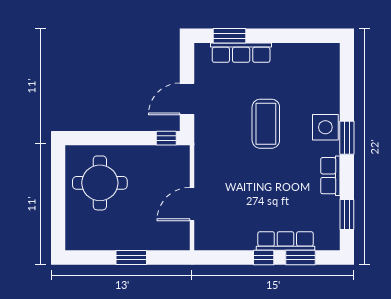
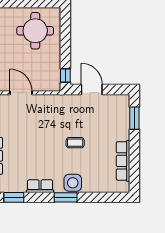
row of seats: (241, 53) -> (123, 161), moved
coffee table: (266, 124) -> (75, 143), width x0.54, depth x0.58

